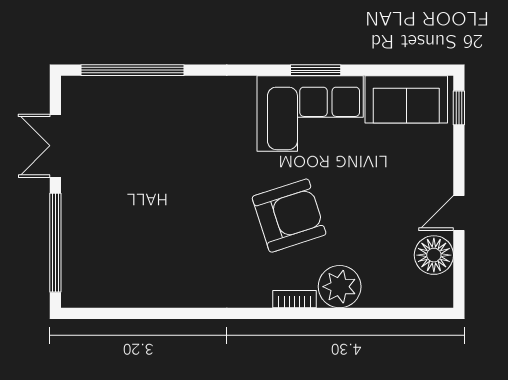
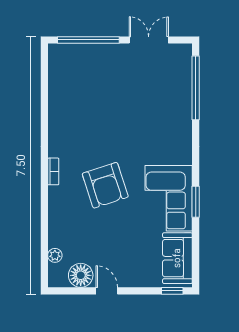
plant: (340, 287) -> (55, 255), moved, width x0.53, depth x0.53
bookcase: (294, 299) -> (53, 171), moved

